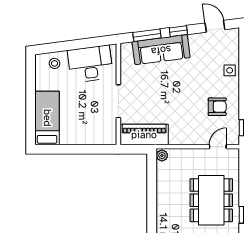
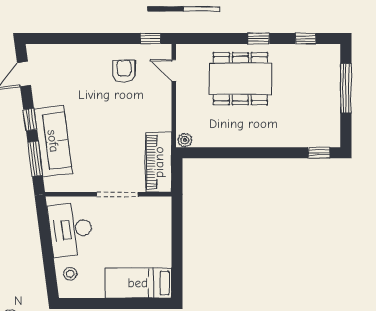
side table: (230, 70) -> (79, 56), removed

